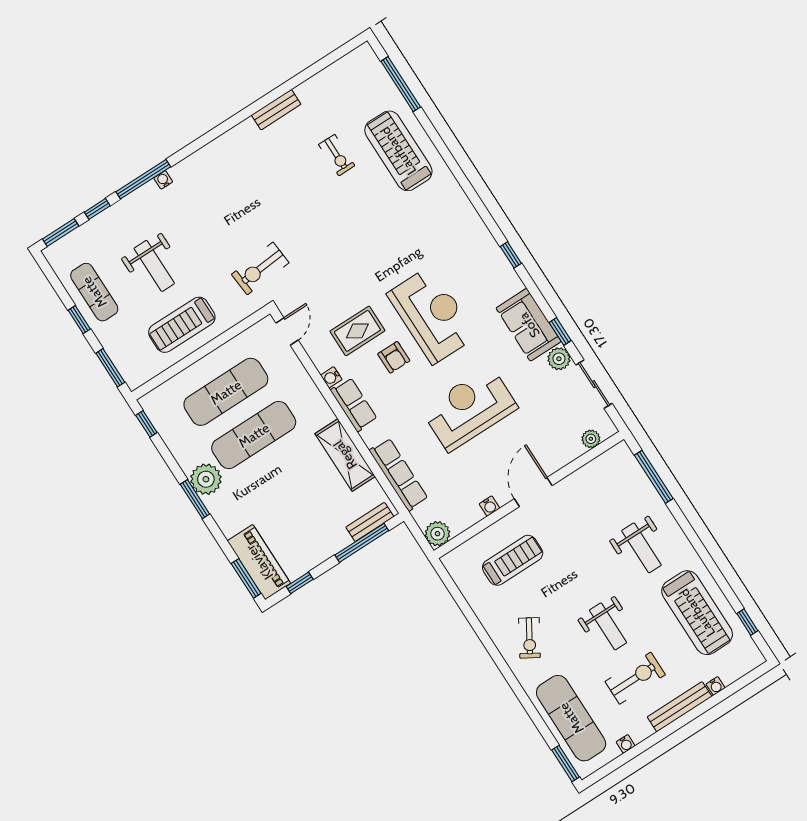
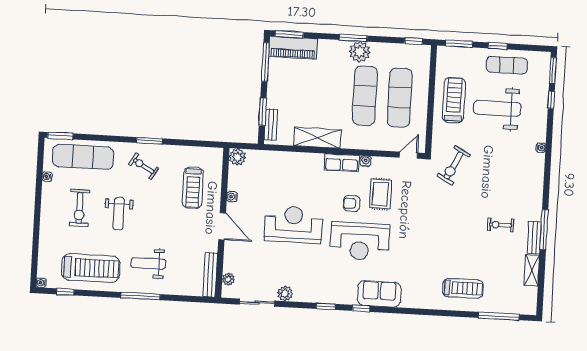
shelving: (317, 84) -> (532, 270), added
treadmill: (398, 151) -> (463, 288), width x0.73, depth x0.73
exercise bike: (337, 155) -> (500, 225), moved
window: (143, 179) -> (544, 230), moved
weight bench: (154, 266) -> (497, 108), width x1.36, depth x1.33
exercise bike: (260, 269) -> (454, 165), turned -147
sofa: (529, 325) -> (379, 294), moved
door: (287, 331) -> (408, 155), swing flipped
window: (560, 332) -> (326, 306), moved
reception desk: (469, 409) -> (293, 224), turned -90
row of seats: (399, 475) -> (285, 159), removed
window: (654, 477) -> (140, 296), moved
window: (362, 543) -> (263, 112), width x0.69
window: (300, 583) -> (265, 62), width x2.17
treadmill: (697, 613) -> (91, 268), turned 180
weight bench: (608, 626) -> (119, 214), turned -90
window: (494, 653) -> (149, 141), added
water cooler: (716, 686) -> (41, 283), moved
bench: (680, 707) -> (210, 275), moved

